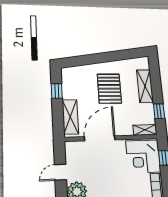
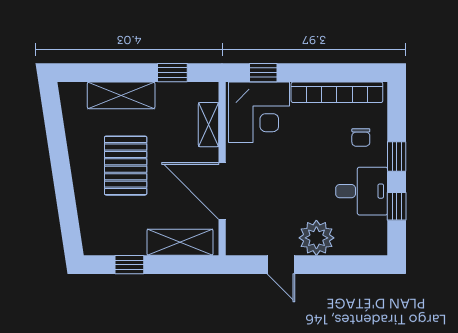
pallet: (109, 89) -> (126, 166), turned 90
shelving: (145, 130) -> (209, 125), moved

